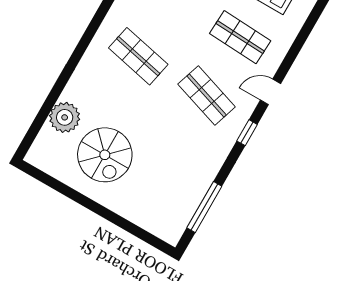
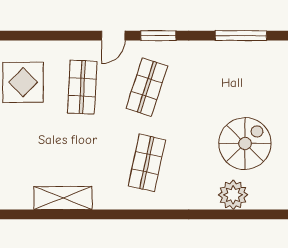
door: (271, 92) -> (113, 36), hinge flipped
window: (247, 133) -> (158, 36), width x1.50

